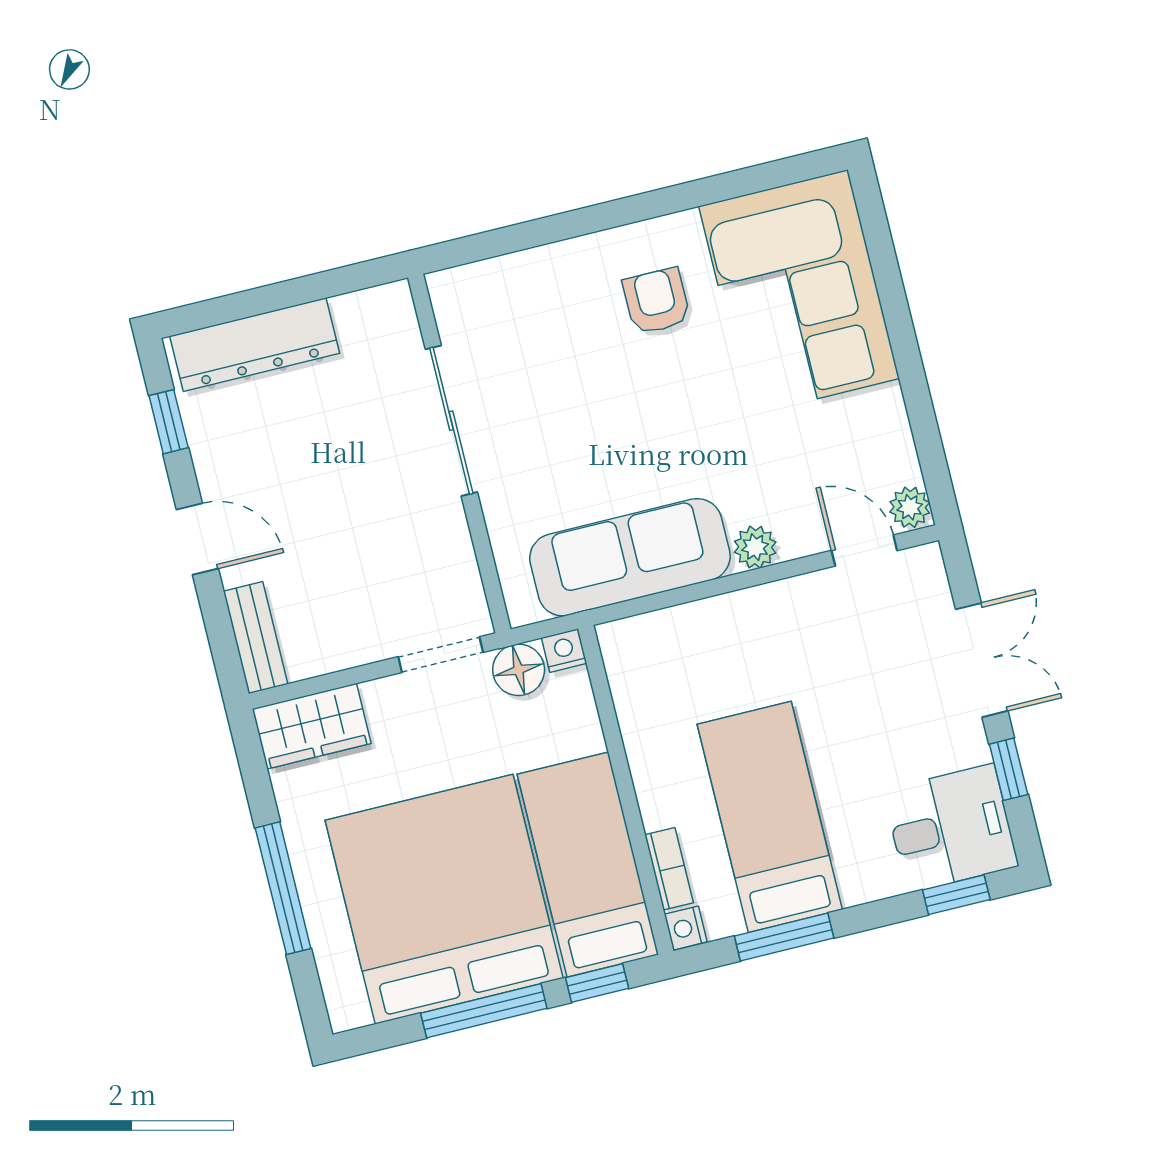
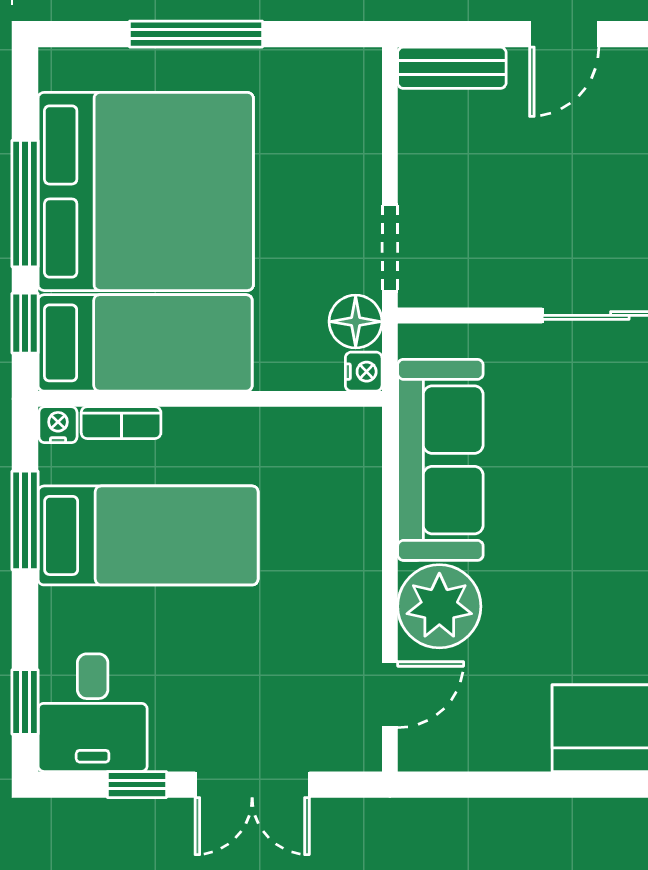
plant: (910, 507) -> (422, 750), removed
plant: (755, 547) -> (439, 606), width x1.88, depth x1.88
wardrobe: (312, 726) -> (350, 102), removed

